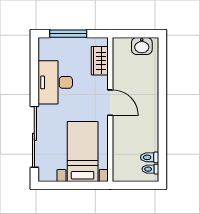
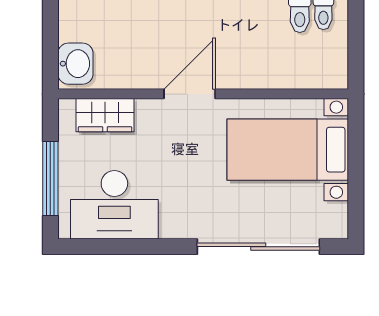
washbasin: (142, 46) -> (75, 64), moved
desk: (55, 82) -> (114, 205), moved

